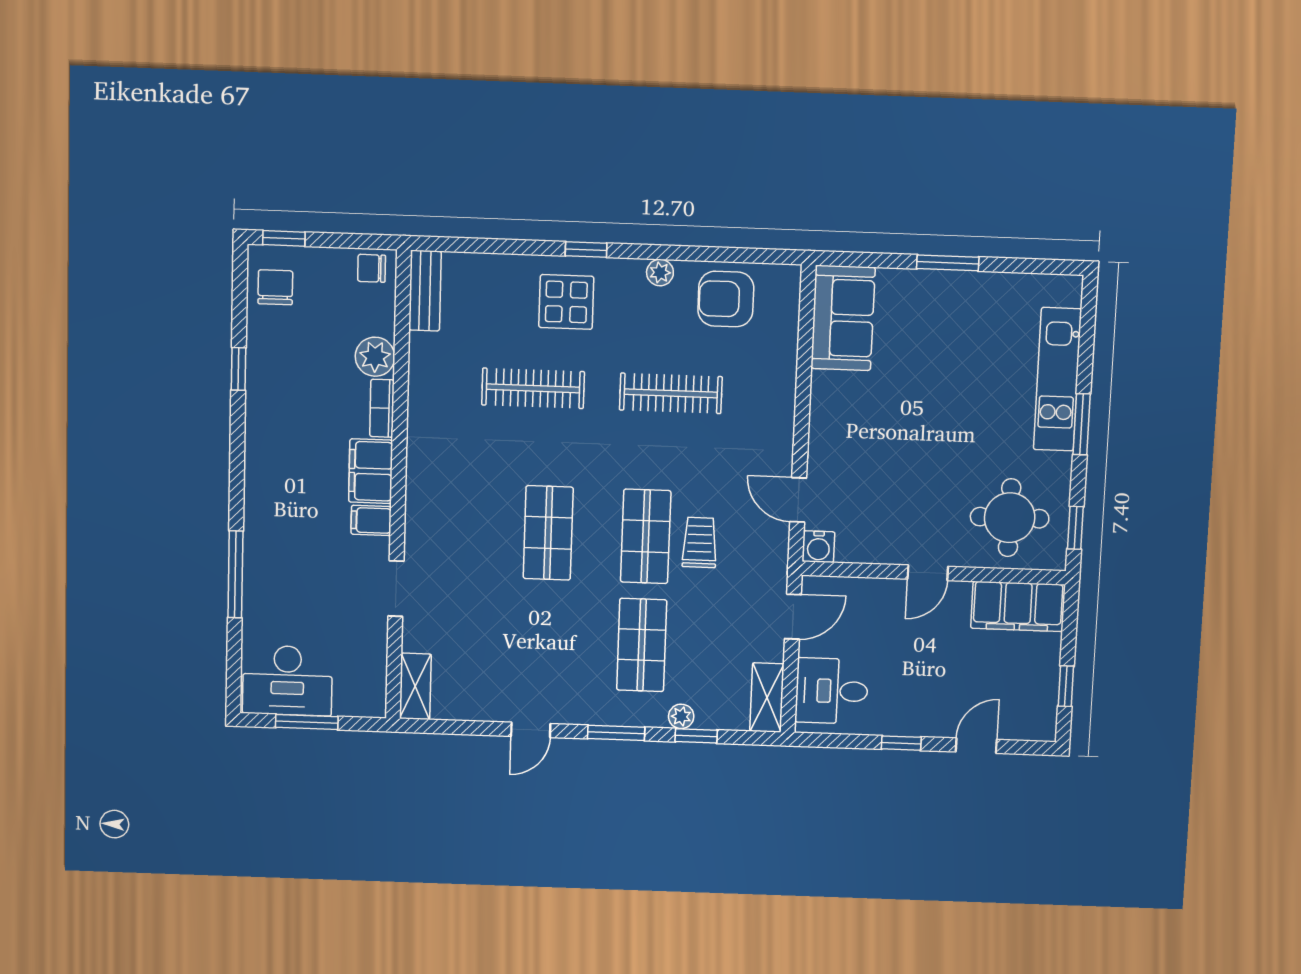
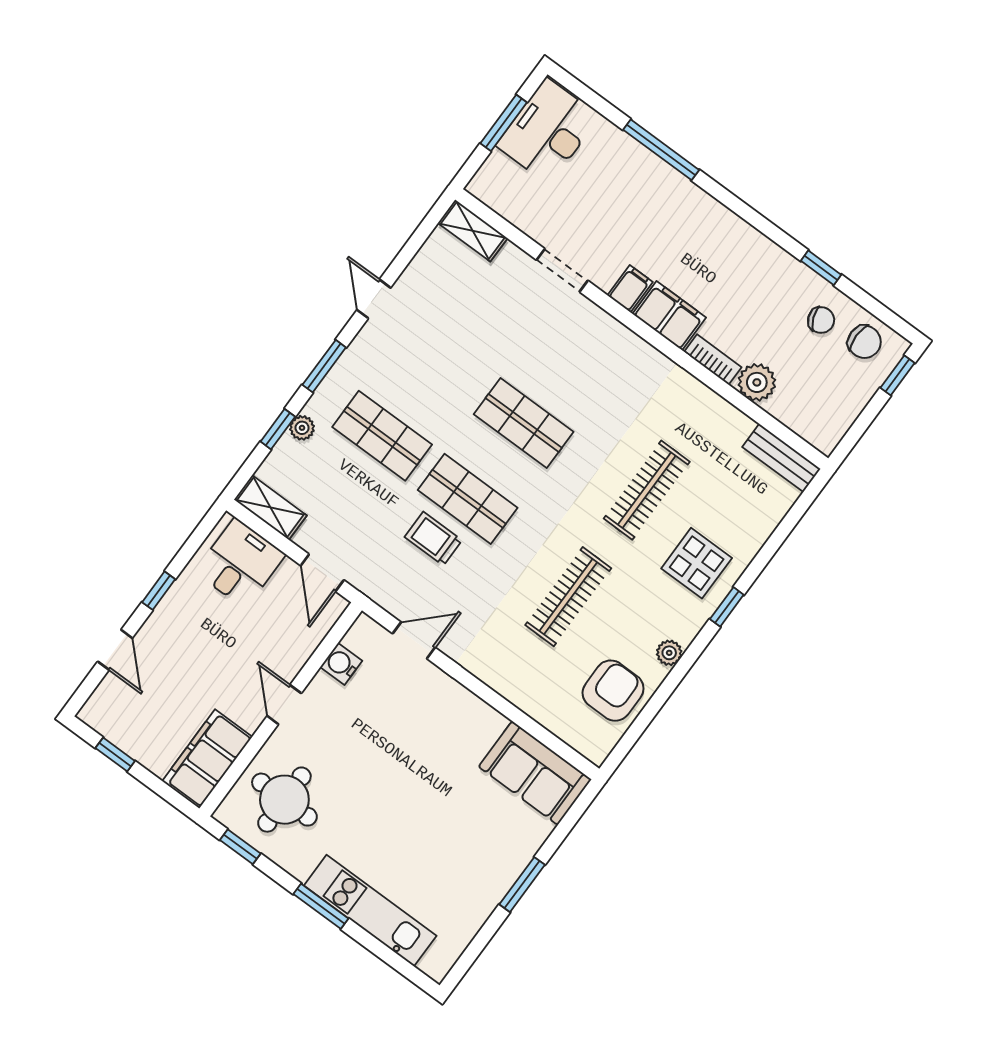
chair: (372, 268) -> (821, 320), moved, turned 68
trolley: (700, 542) -> (433, 539), turned 180
water cooler: (818, 547) -> (341, 664), moved

